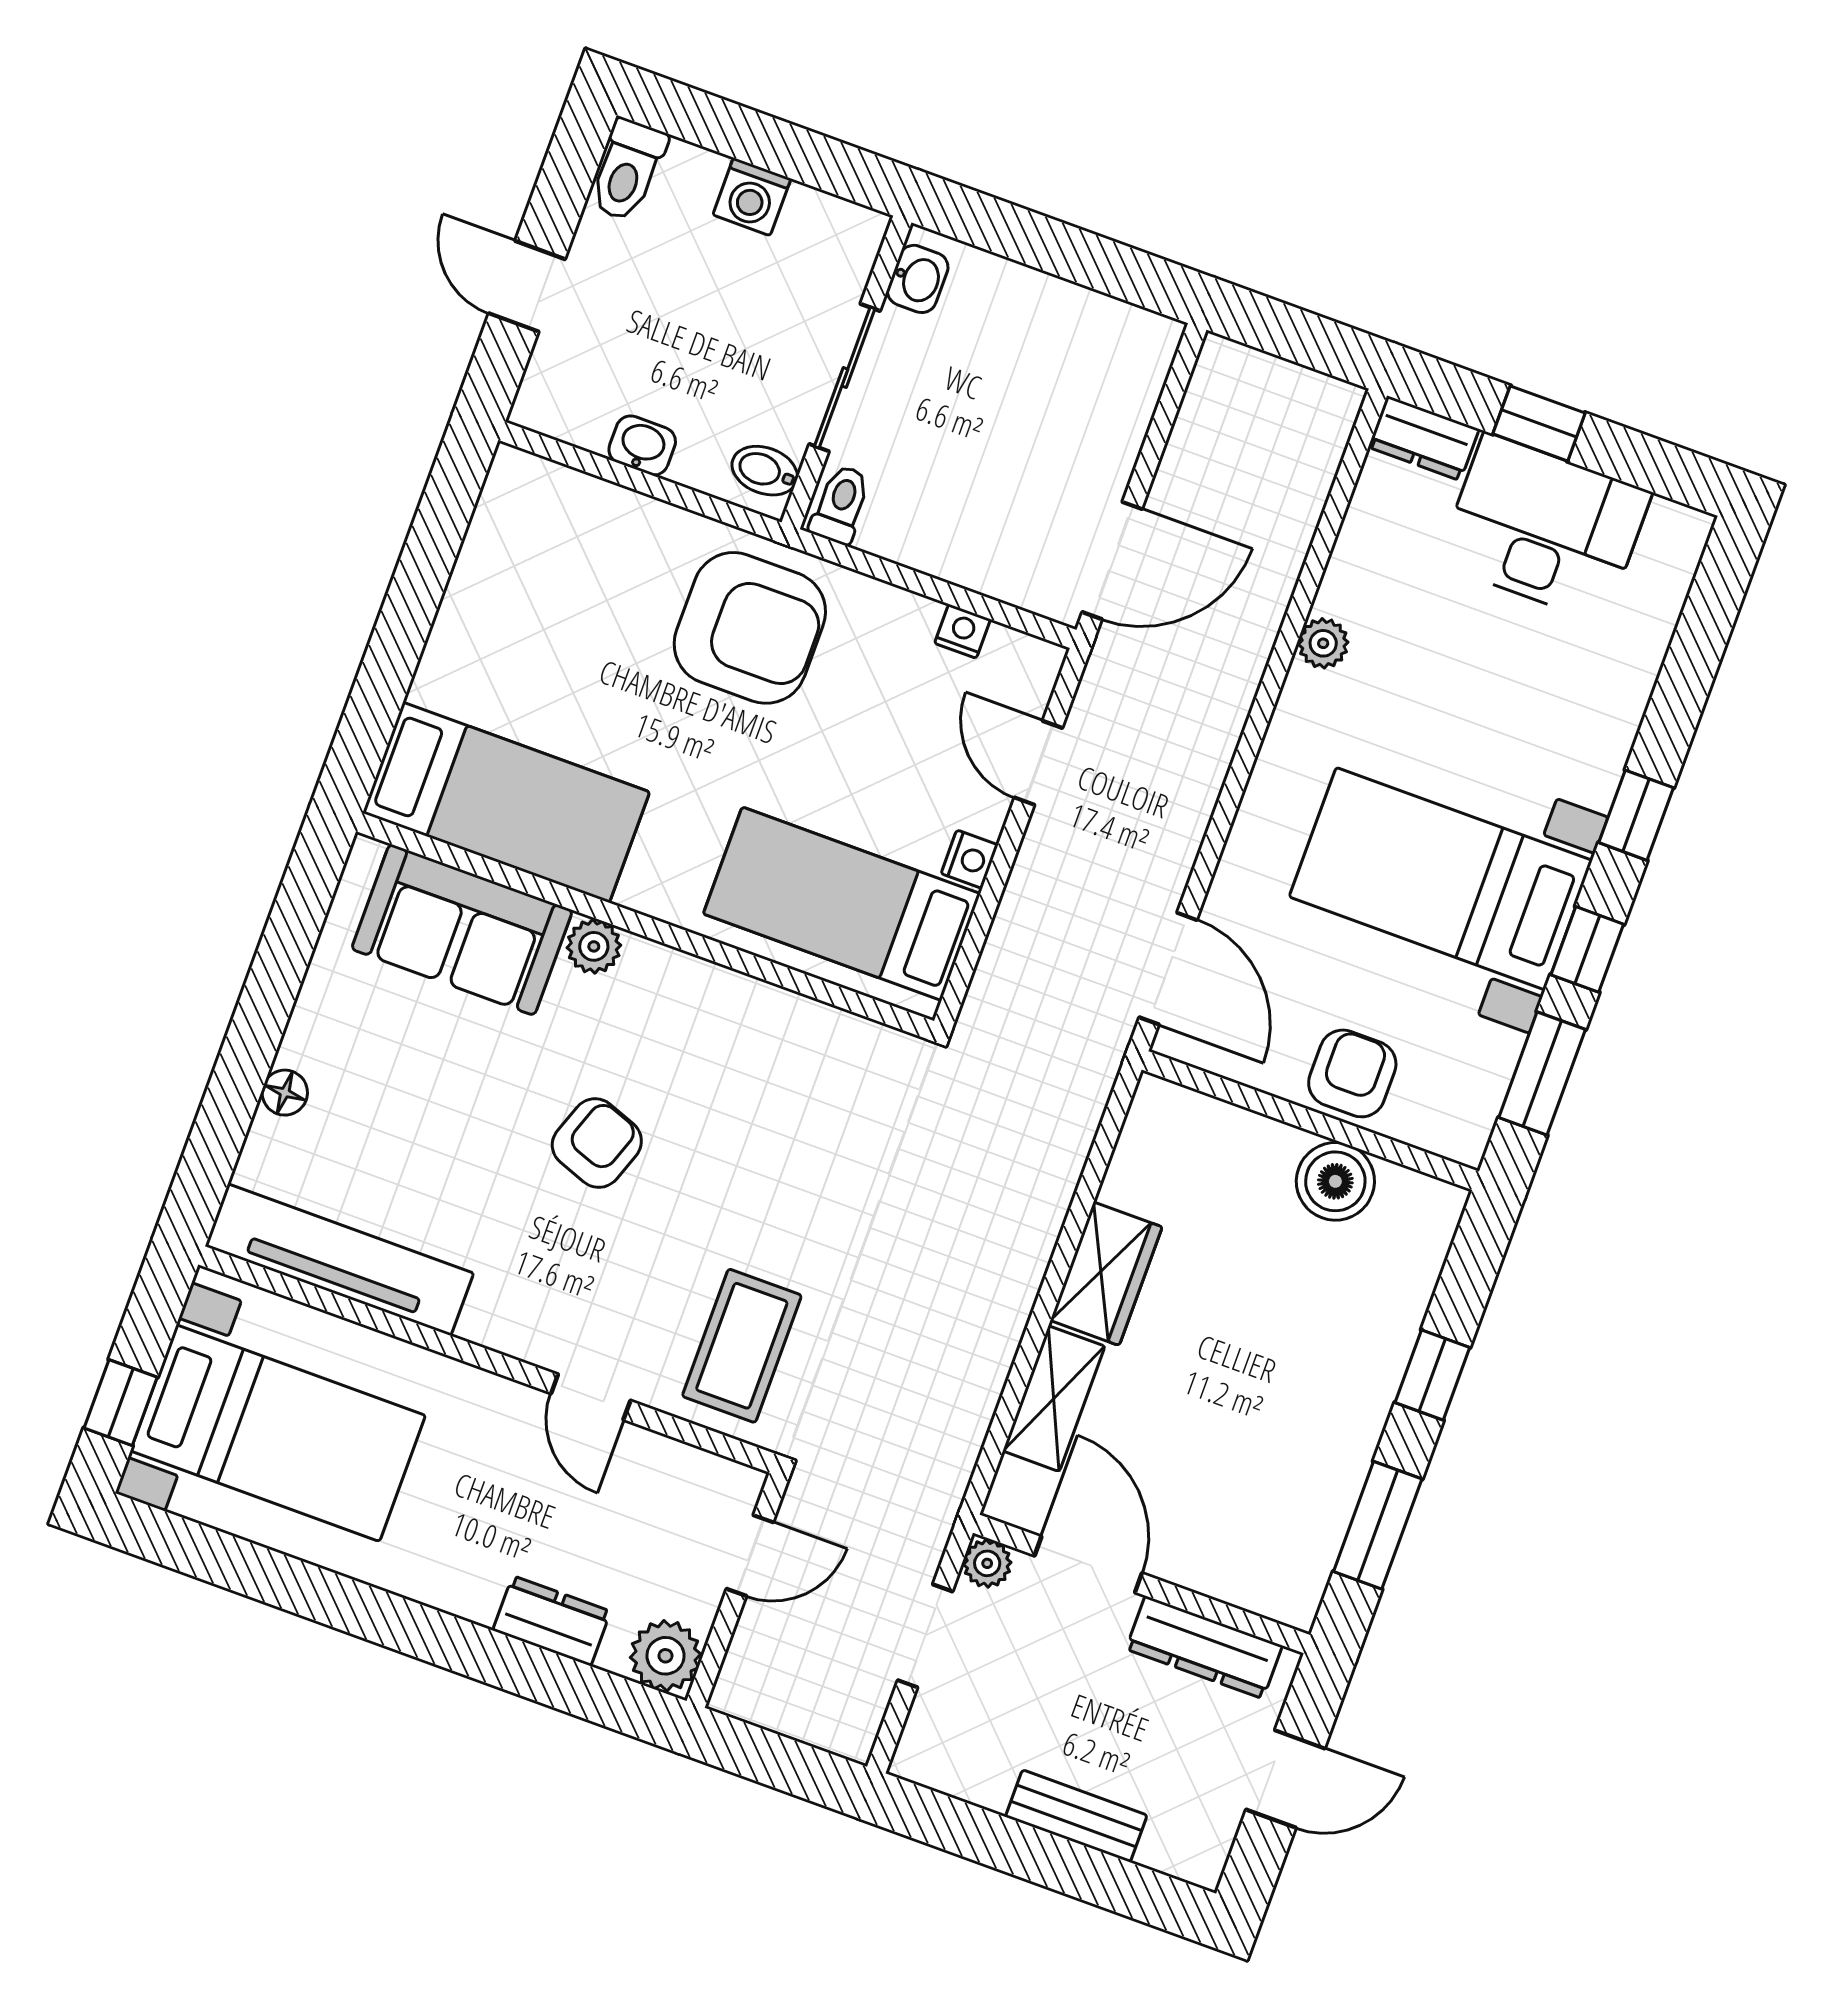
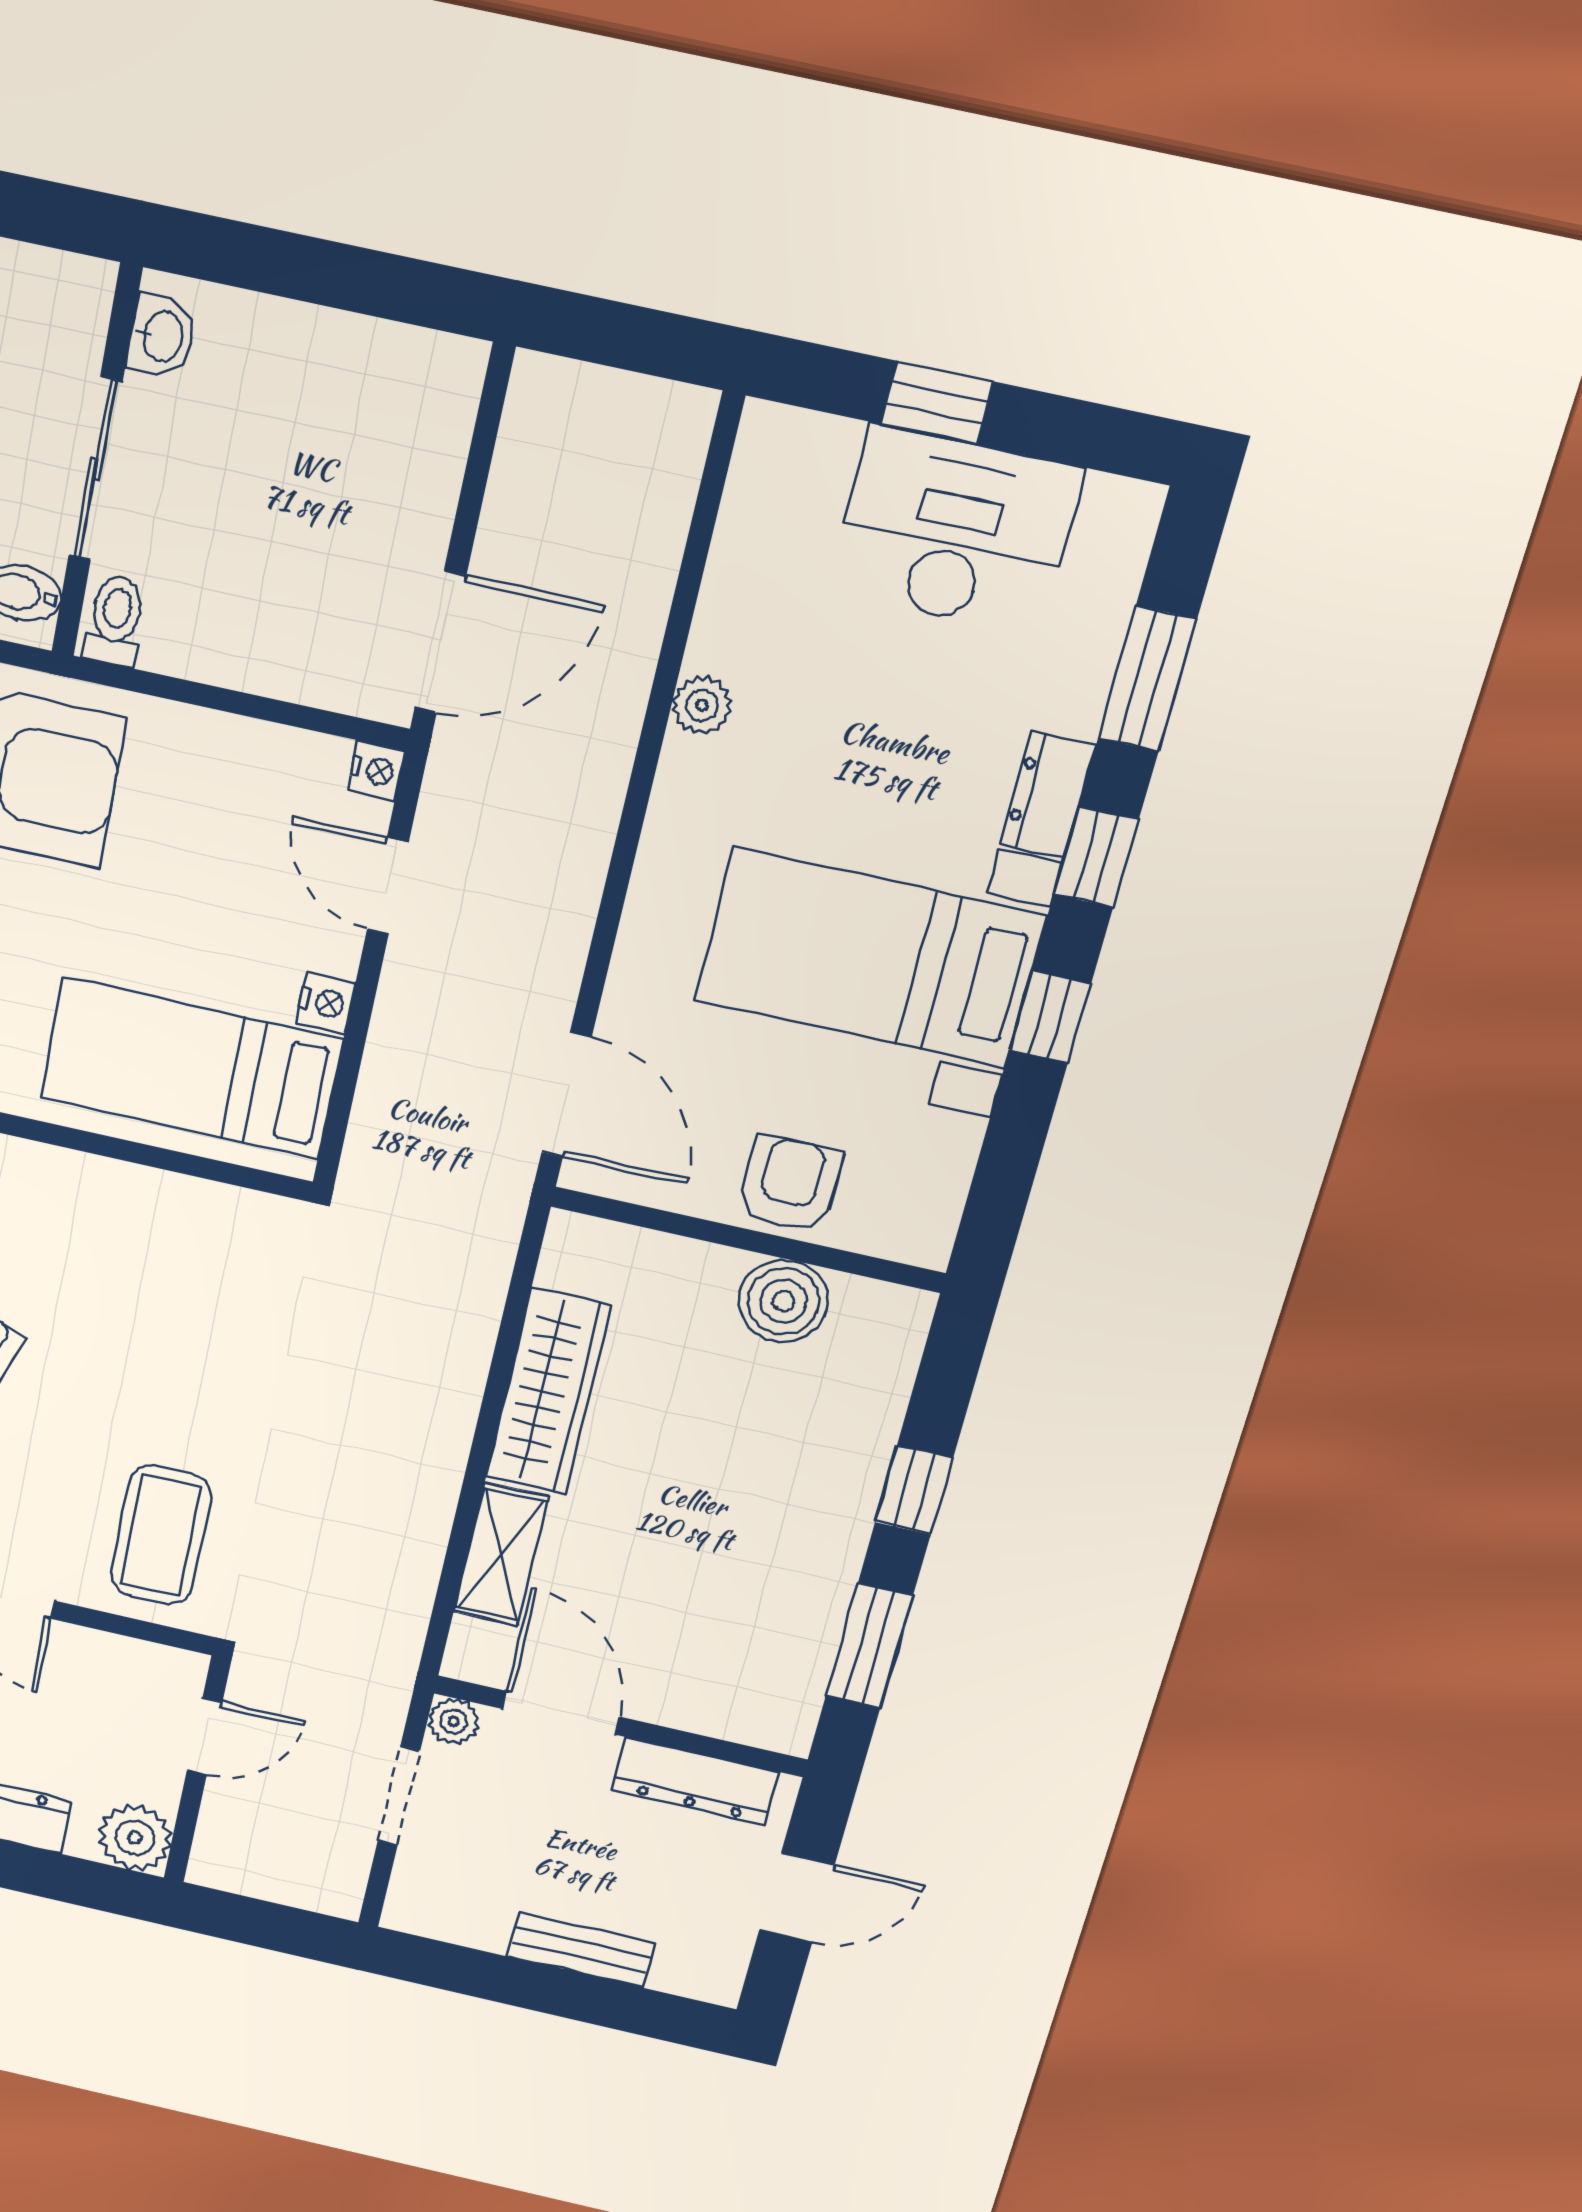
dresser: (1424, 438) -> (1048, 794), moved, turned 90
nightstand: (962, 631) -> (376, 771), moved, turned 90
window: (1542, 1074) -> (1147, 679), moved
wardrobe: (1106, 1274) -> (548, 1392), width x1.50

